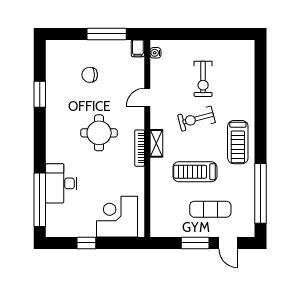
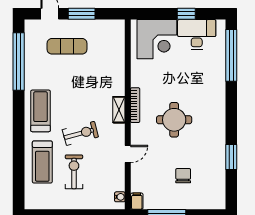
chair: (90, 75) -> (183, 176), turned -90
treadmill: (195, 172) -> (42, 162), moved, turned 90
desk: (61, 183) -> (197, 34), moved, turned -90

